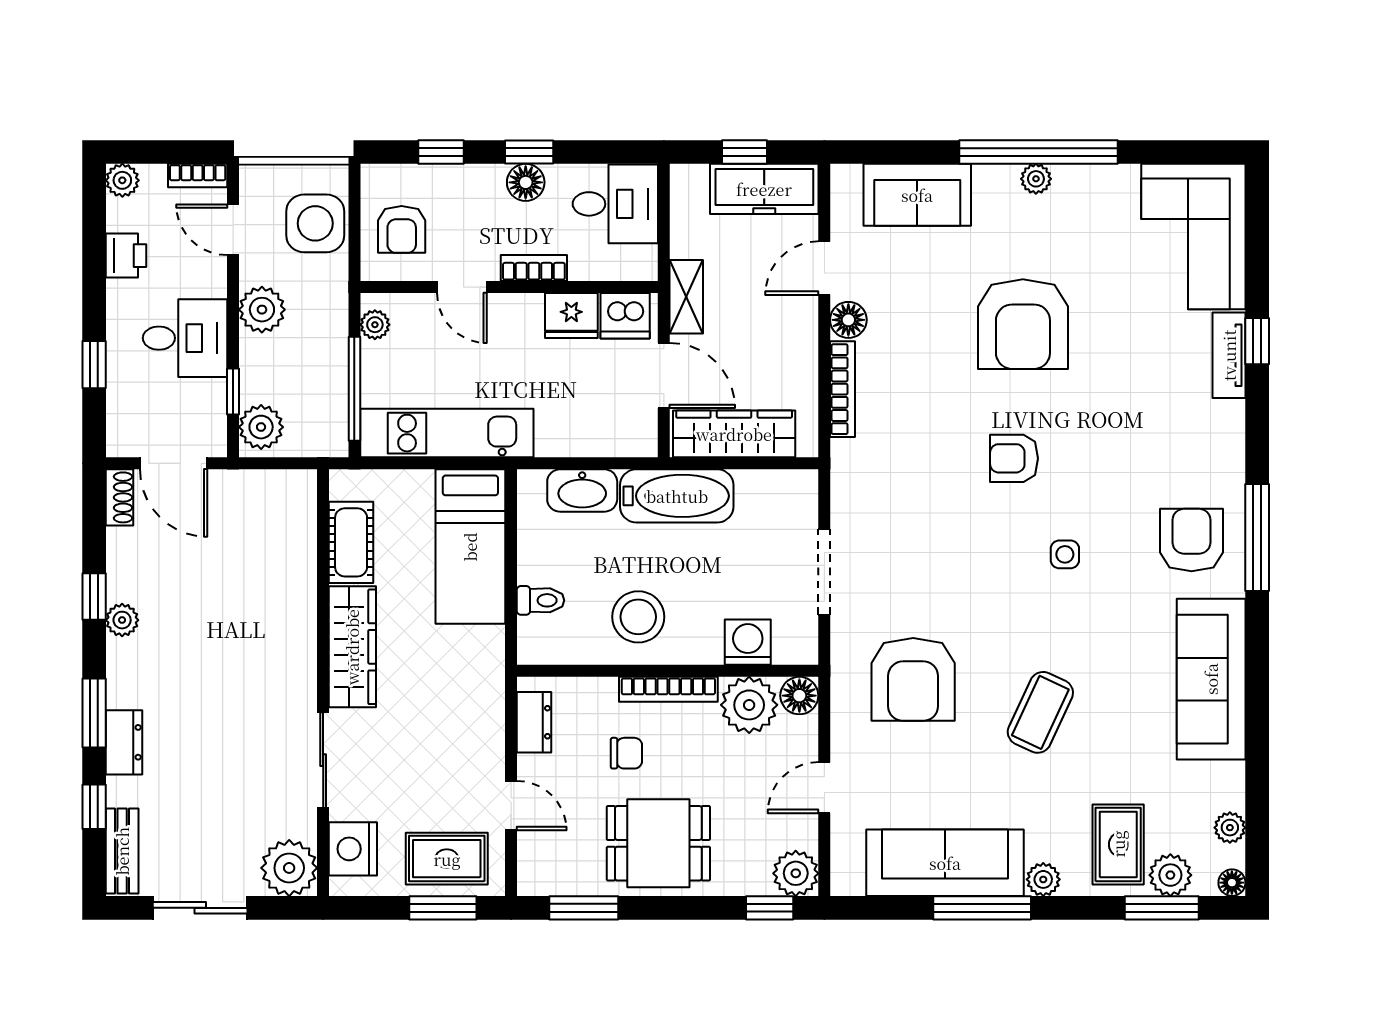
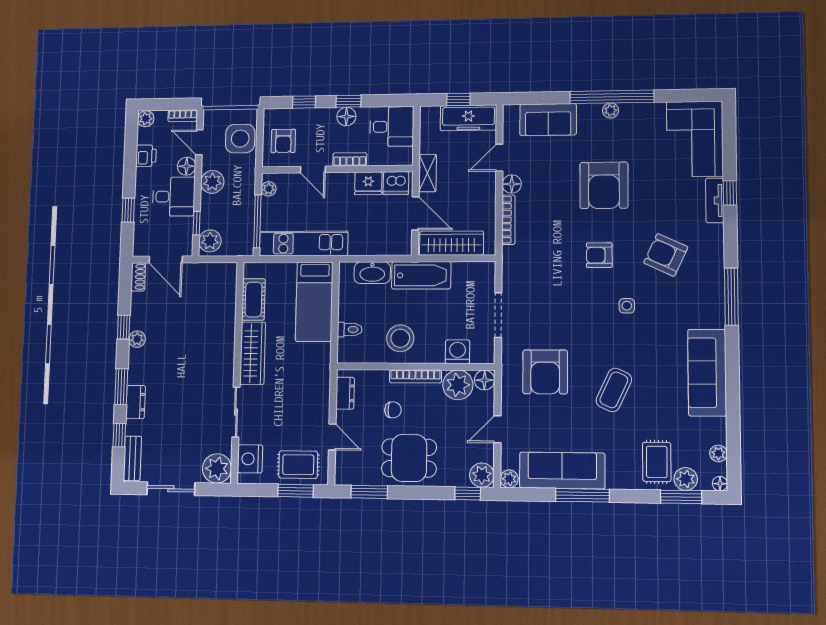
floor lamp: (209, 278) -> (187, 166), added
armchair: (1192, 540) -> (666, 255), moved, turned -65
plant: (1043, 879) -> (509, 479), moved

